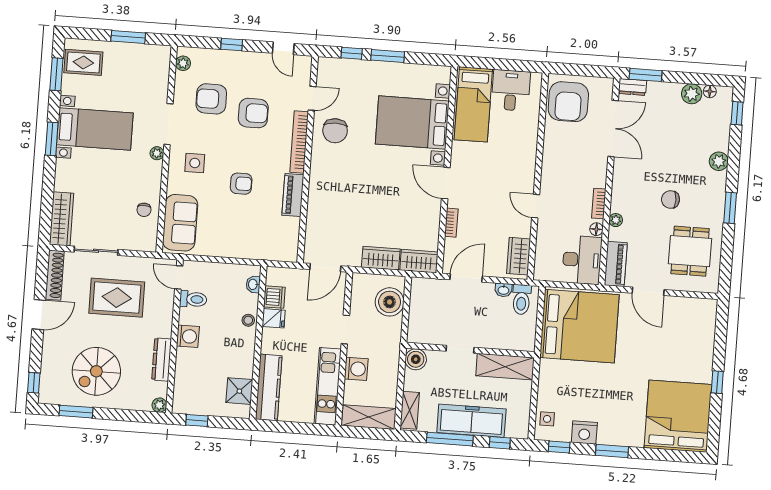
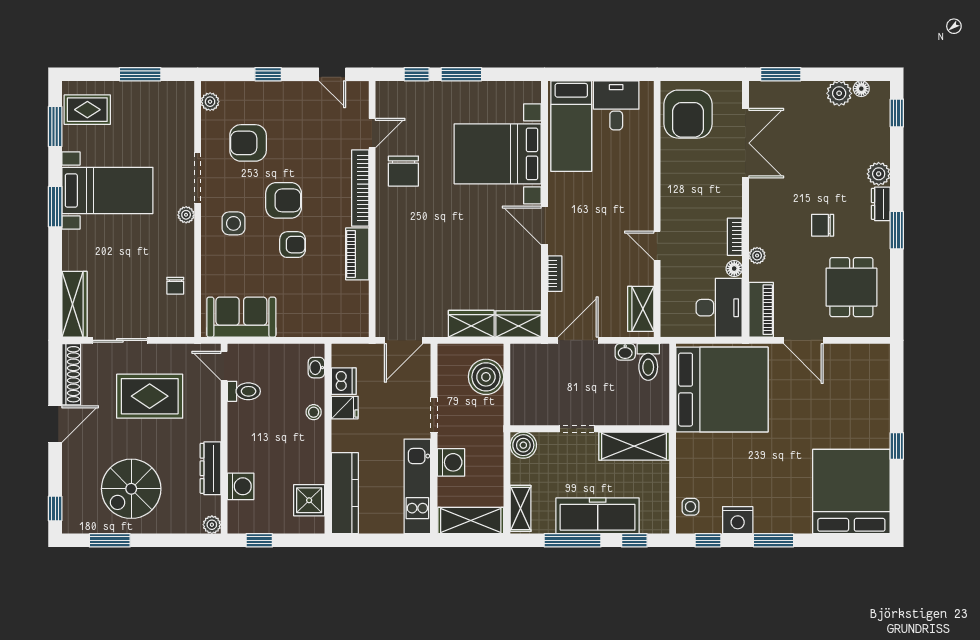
dresser: (632, 87) -> (881, 204), moved, turned 90
armchair: (253, 113) -> (284, 200), moved
sofa: (180, 223) -> (241, 317), moved, turned -90
washing machine: (188, 336) -> (241, 486), moved

